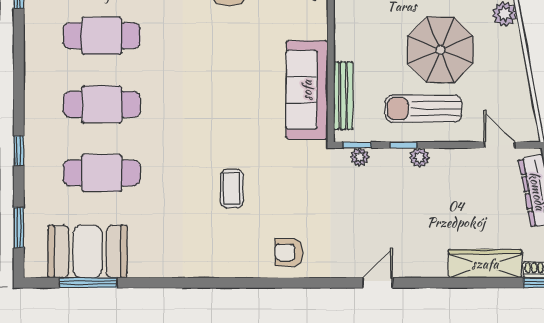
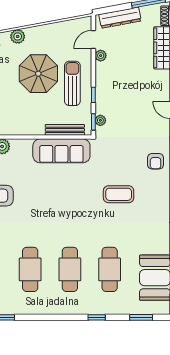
sun lounger: (424, 109) -> (72, 83), turned 180
plant: (419, 158) -> (101, 56), moved
coffee table: (232, 189) -> (119, 194), width x1.36, depth x1.30

